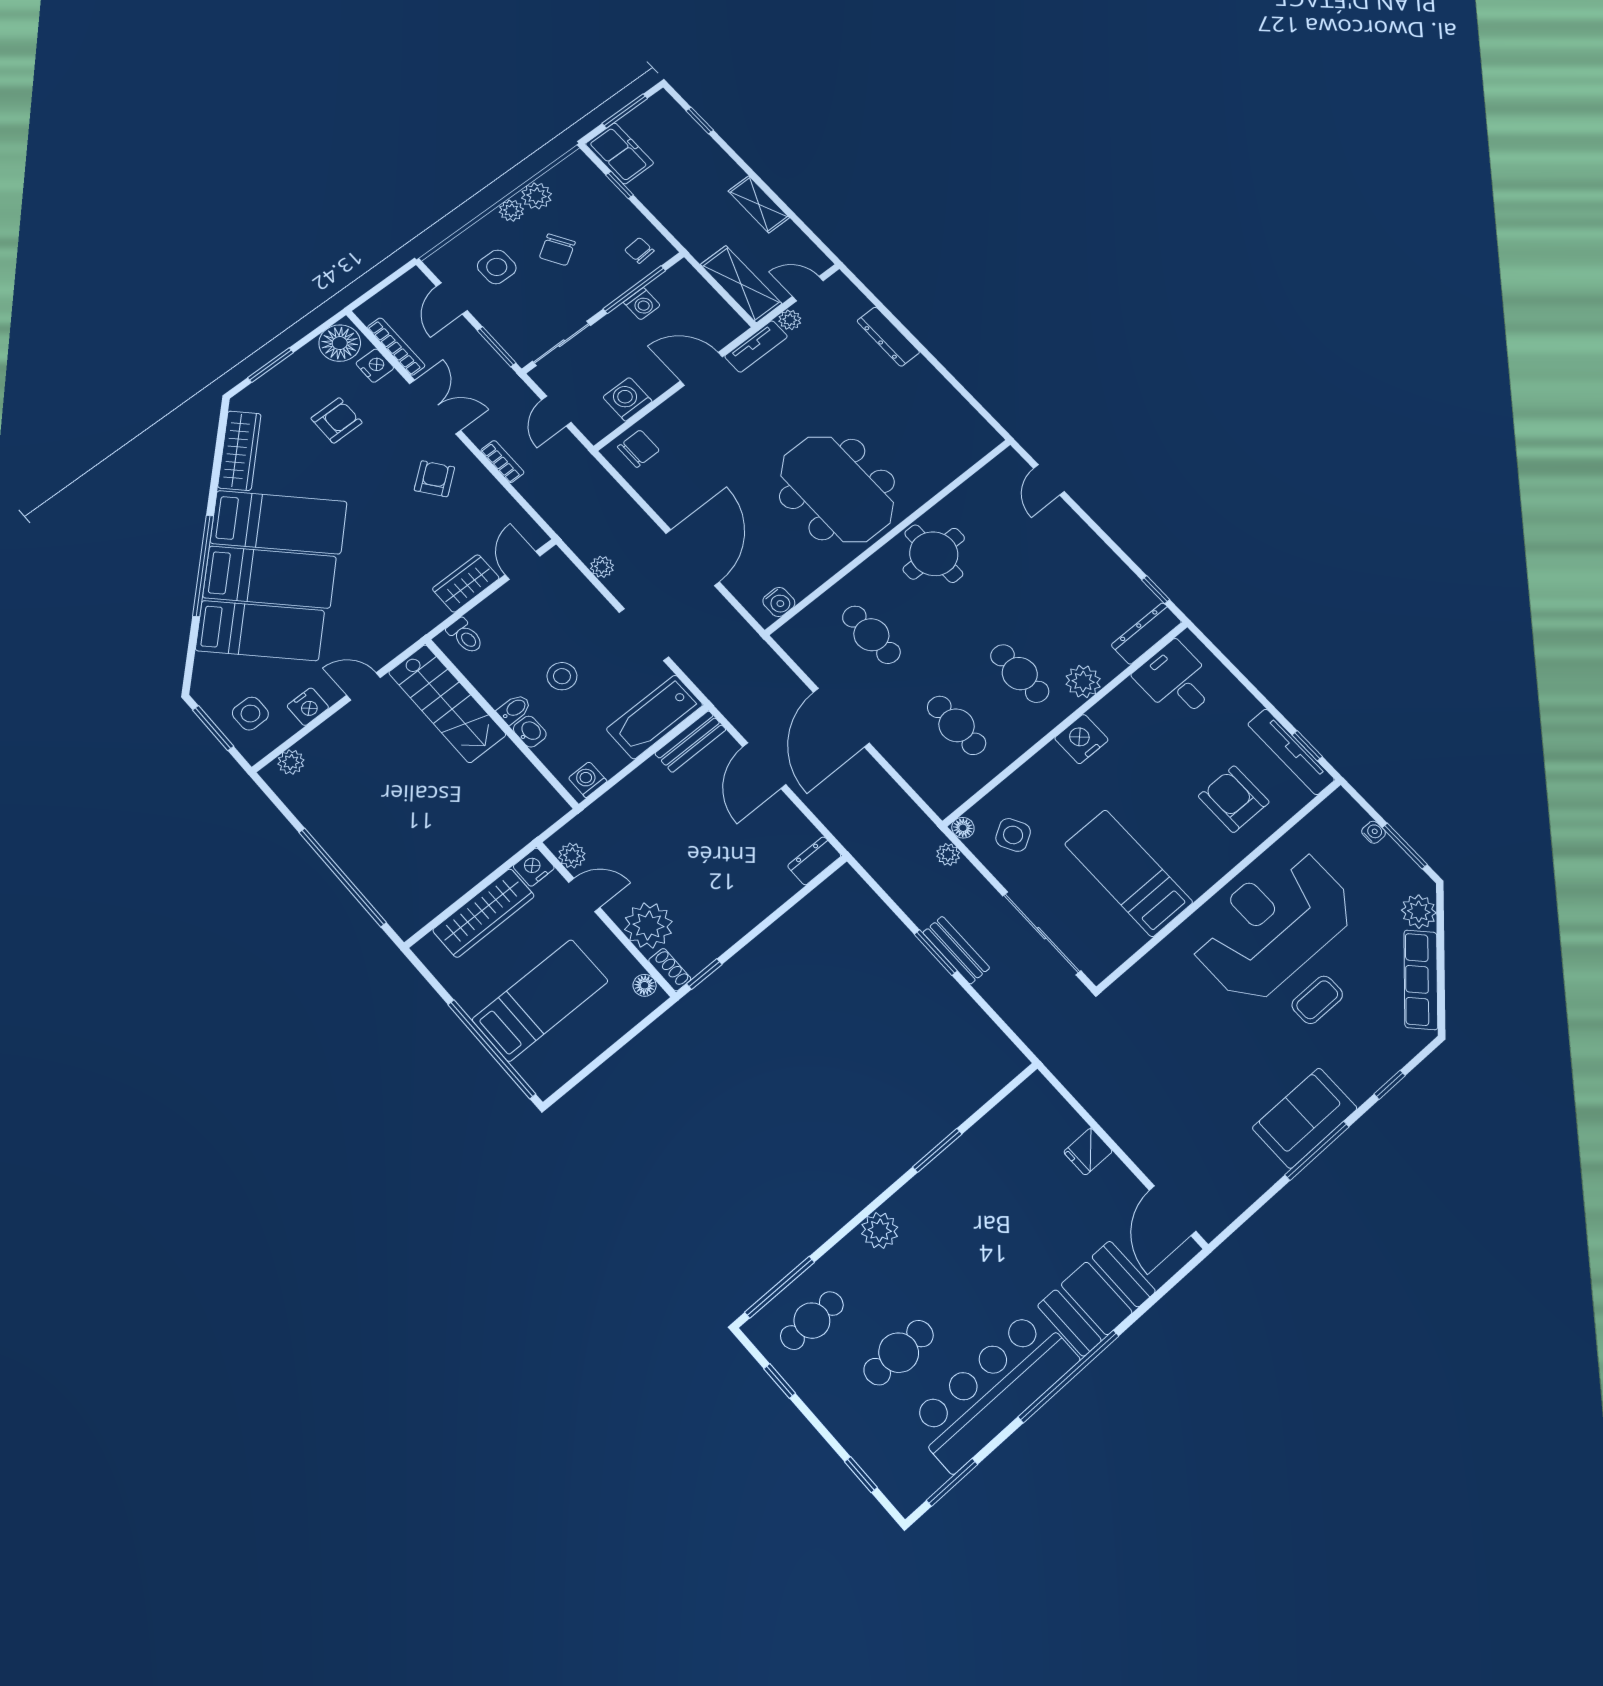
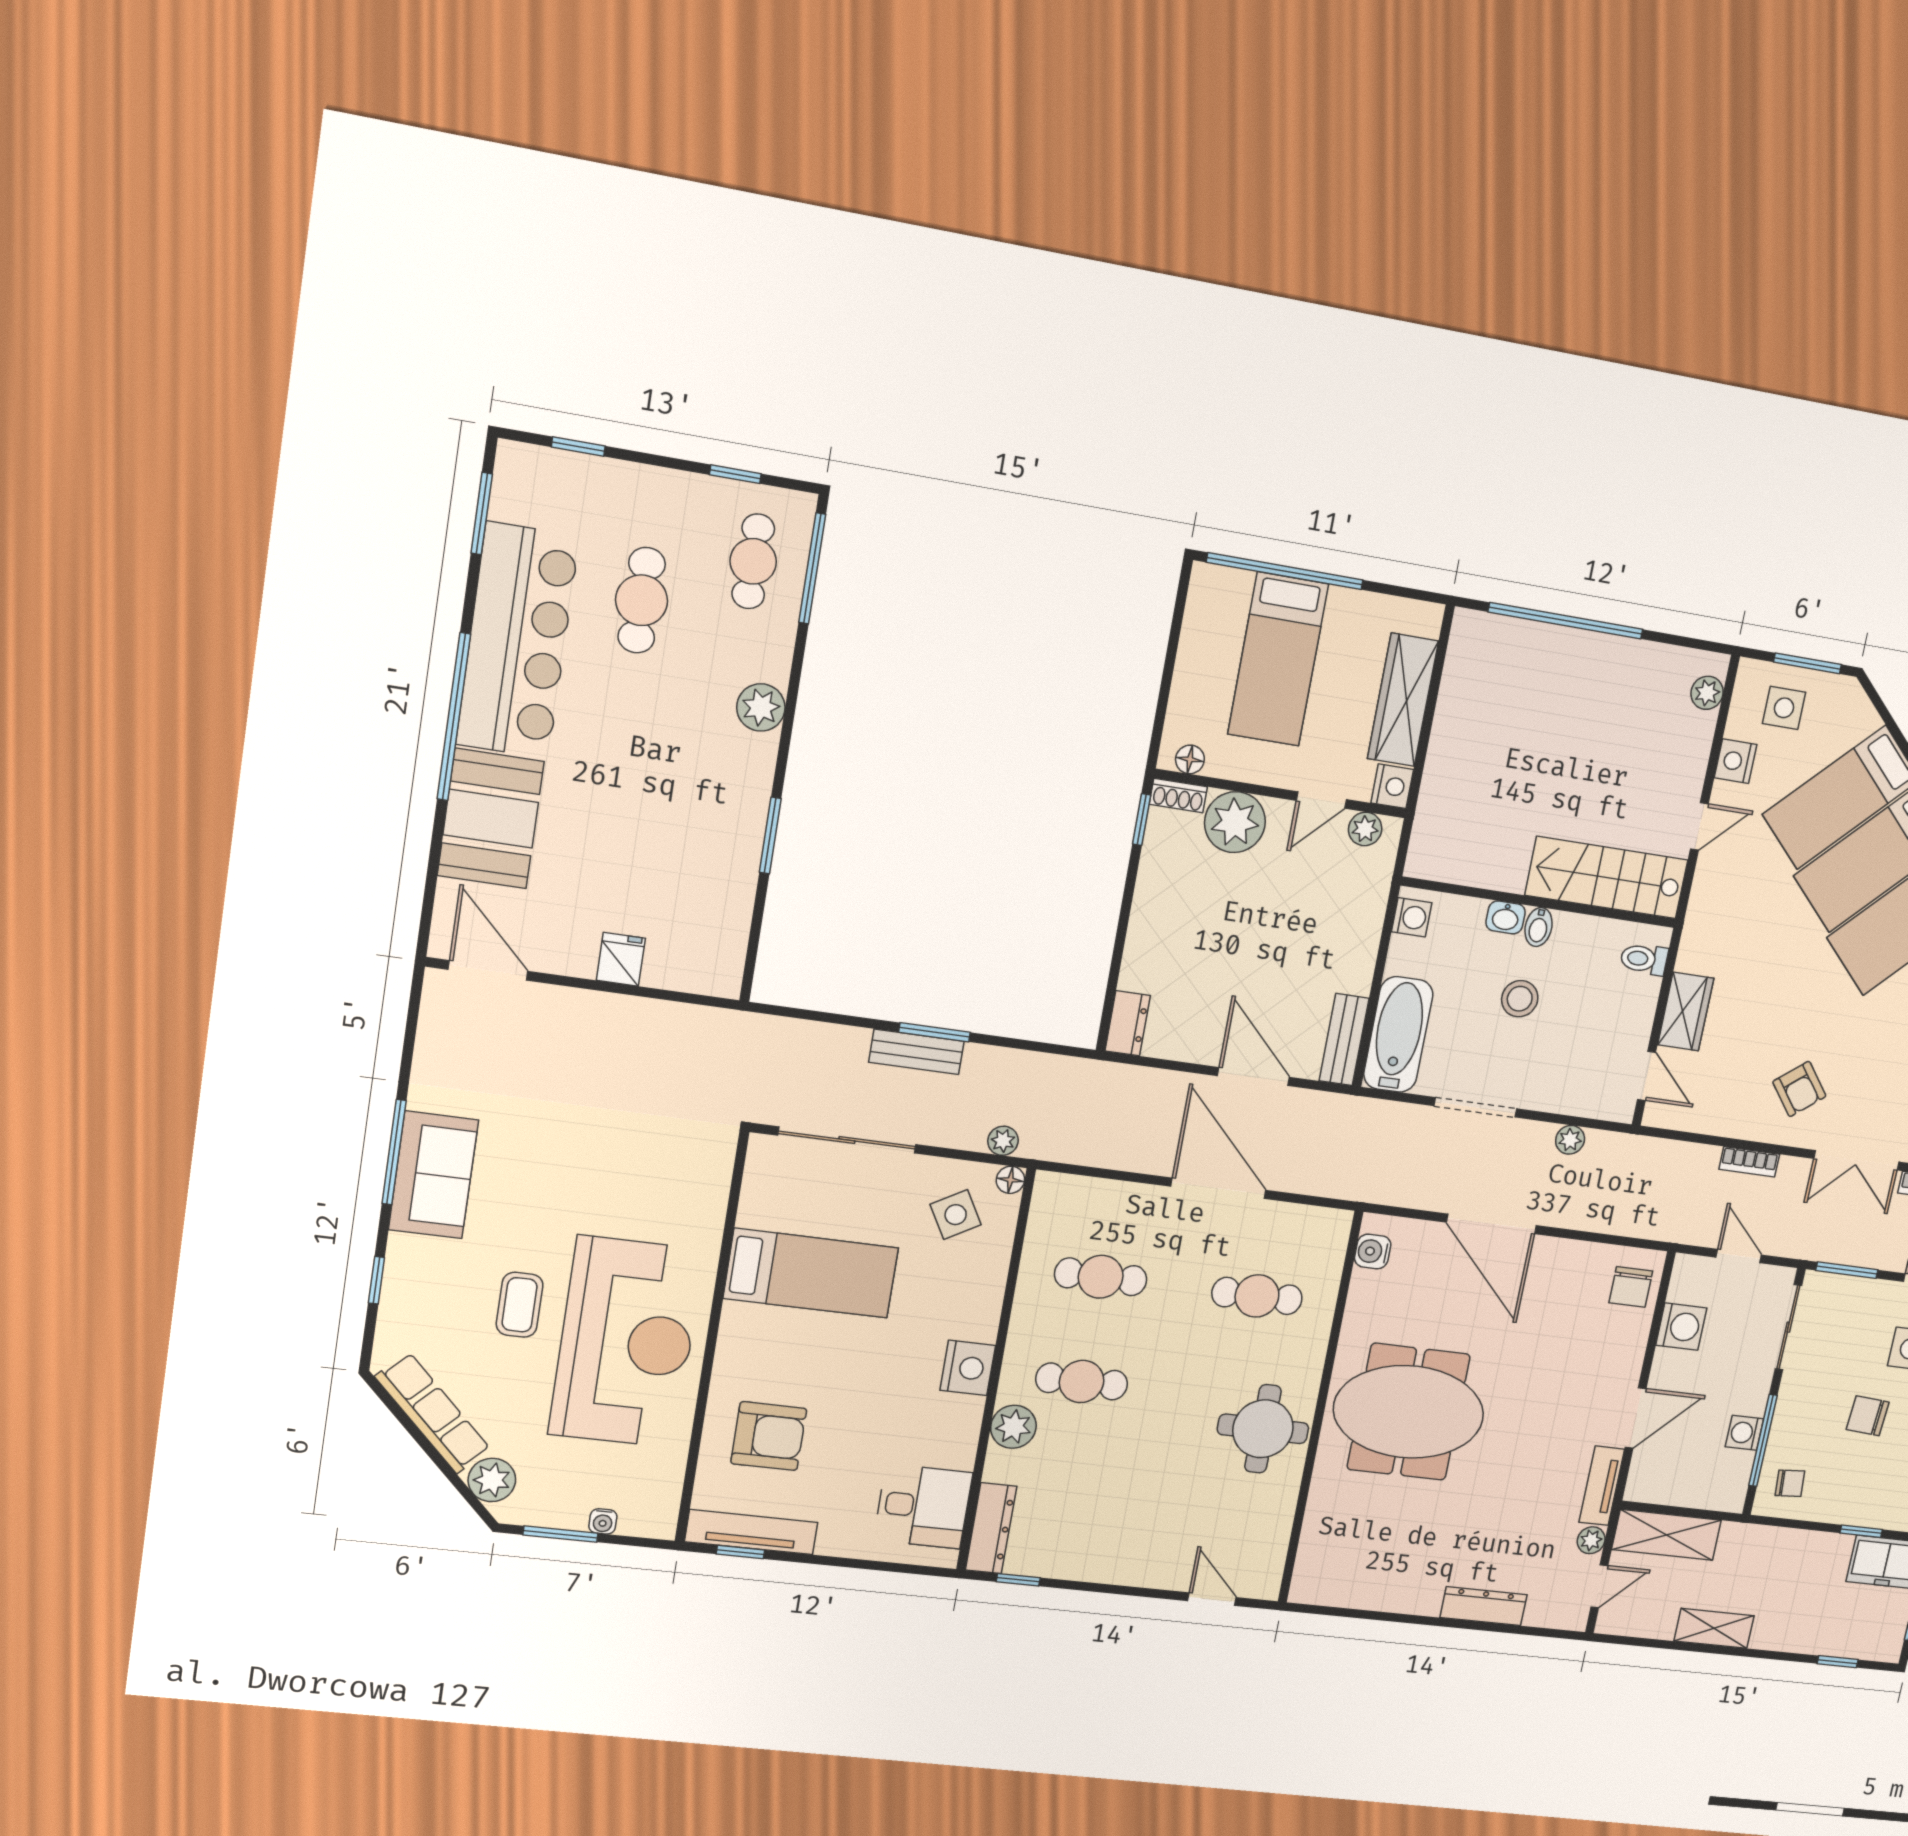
chair: (557, 250) -> (1868, 1416), turned -54

